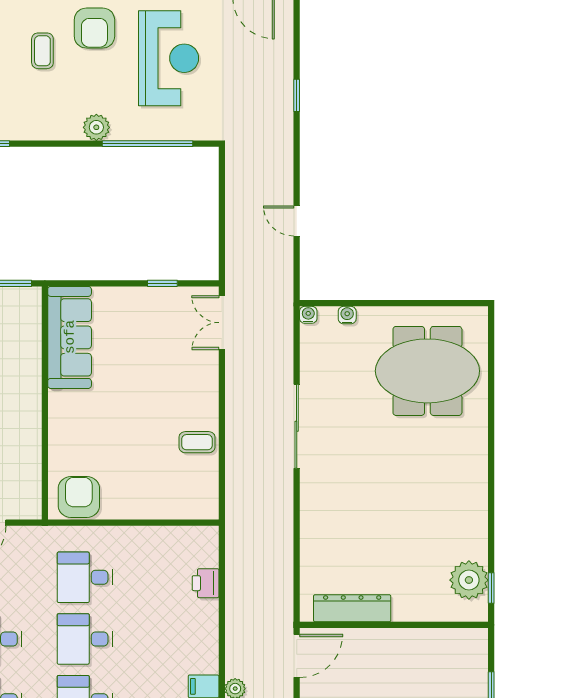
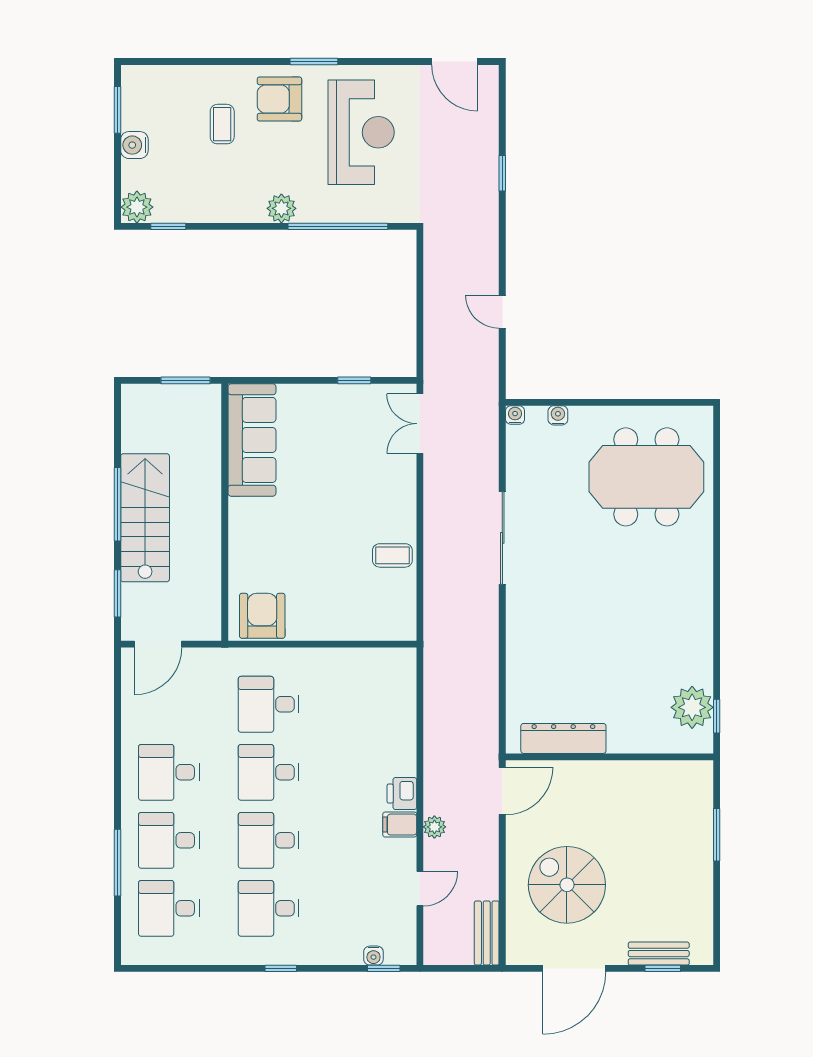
armchair: (94, 28) -> (279, 99), turned 90
printer: (206, 583) -> (402, 794), moved

